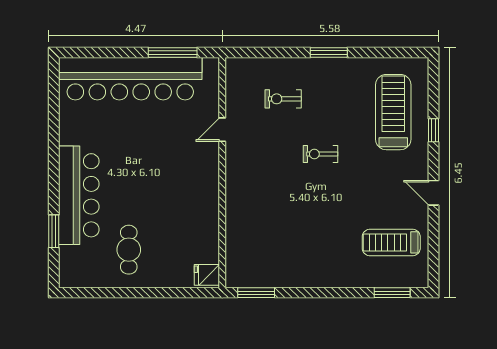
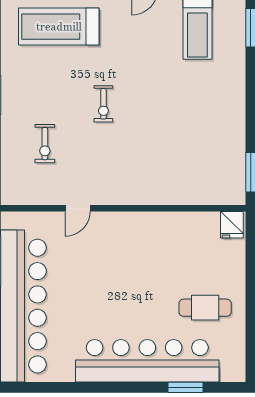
door: (222, 130) -> (78, 208), hinge flipped
bar counter: (79, 195) -> (147, 361), width x1.36

